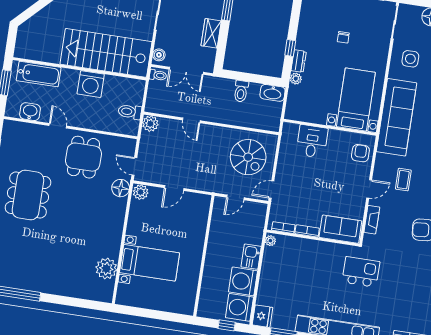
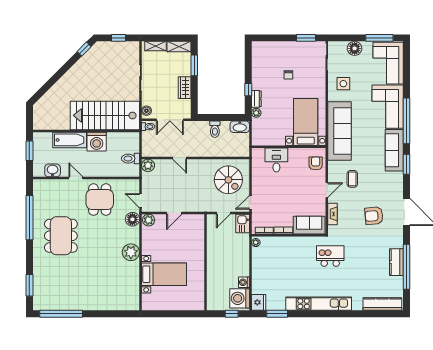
bathtub: (39, 74) -> (70, 140), moved
kitchen sink: (251, 257) -> (243, 223), moved
plant: (106, 269) -> (131, 252), moved
washing machine: (243, 281) -> (244, 282), width x0.53, depth x0.53

